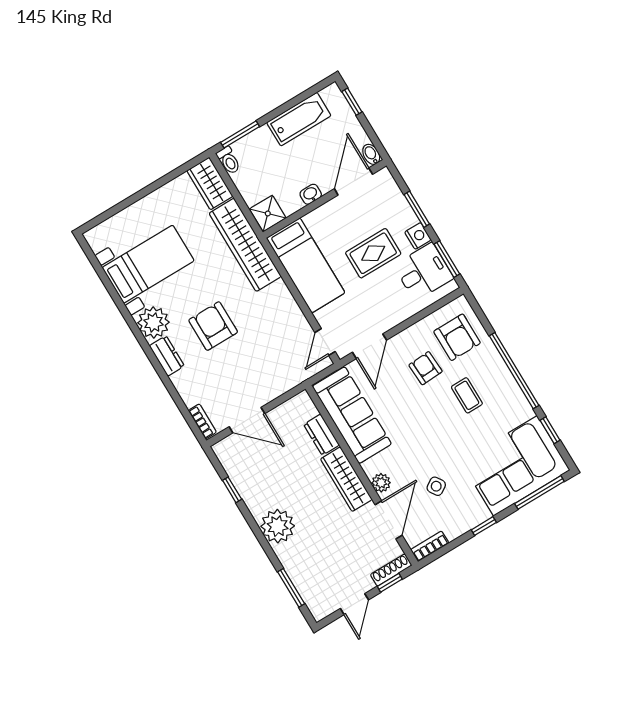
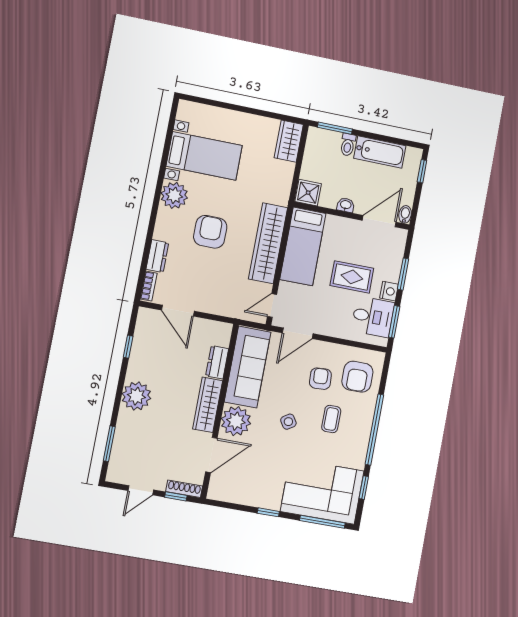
toilet: (229, 160) -> (348, 145), moved
wardrobe: (245, 245) -> (268, 243), moved
dresser: (167, 356) -> (157, 256), moved
plant: (381, 483) -> (236, 421), width x1.88, depth x1.88
side table: (436, 486) -> (288, 422), moved
bookcase: (430, 546) -> (222, 495), removed

